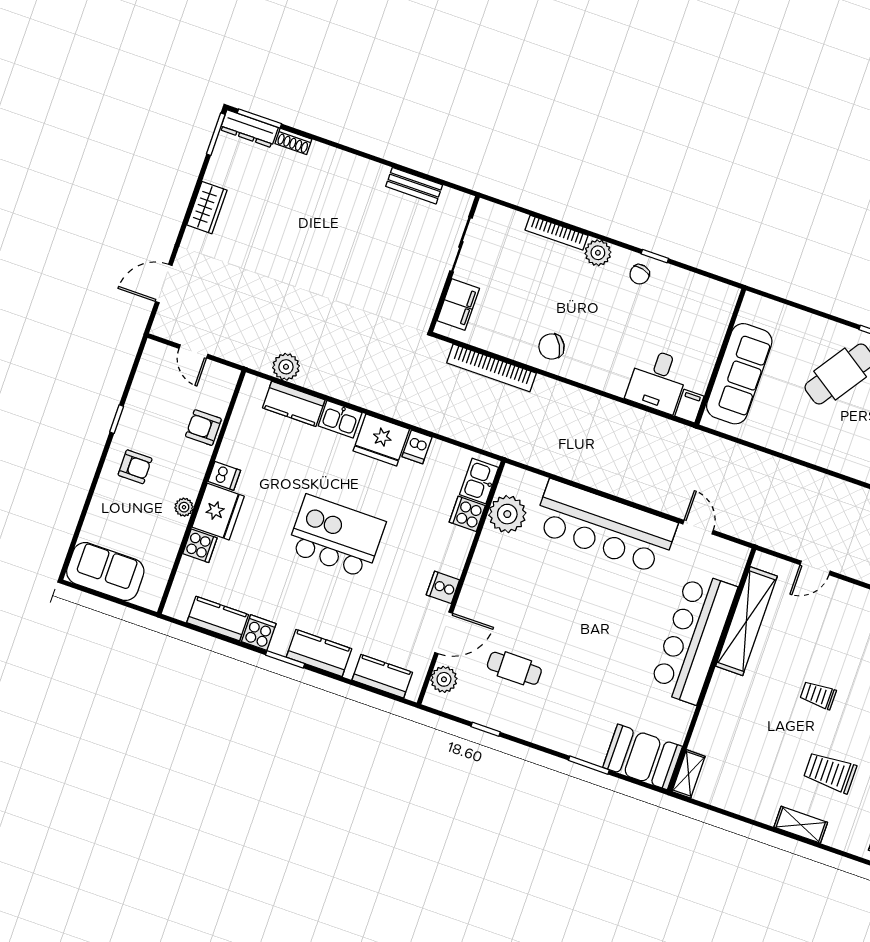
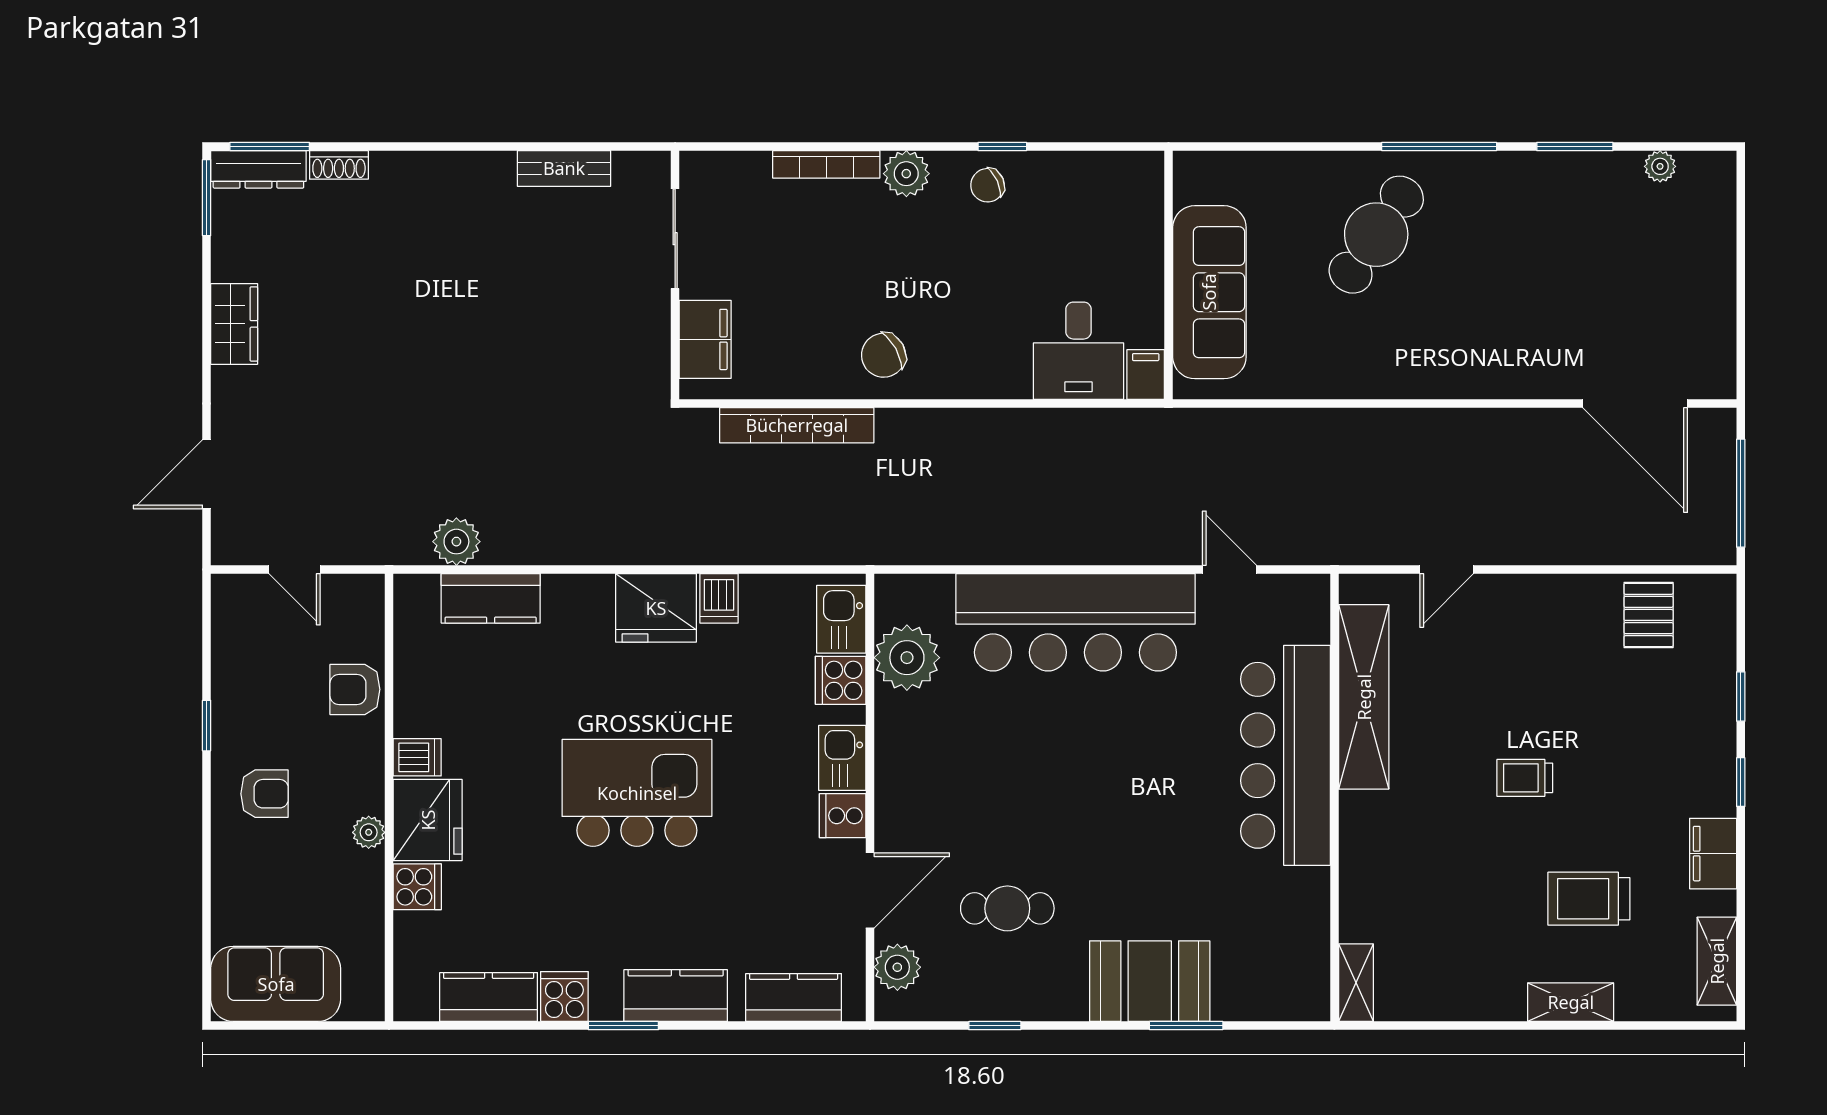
chair: (640, 274) -> (988, 185), turned 53
kitchen sink: (340, 419) -> (842, 758), moved, turned 90
booth: (643, 757) -> (1150, 981), moved

